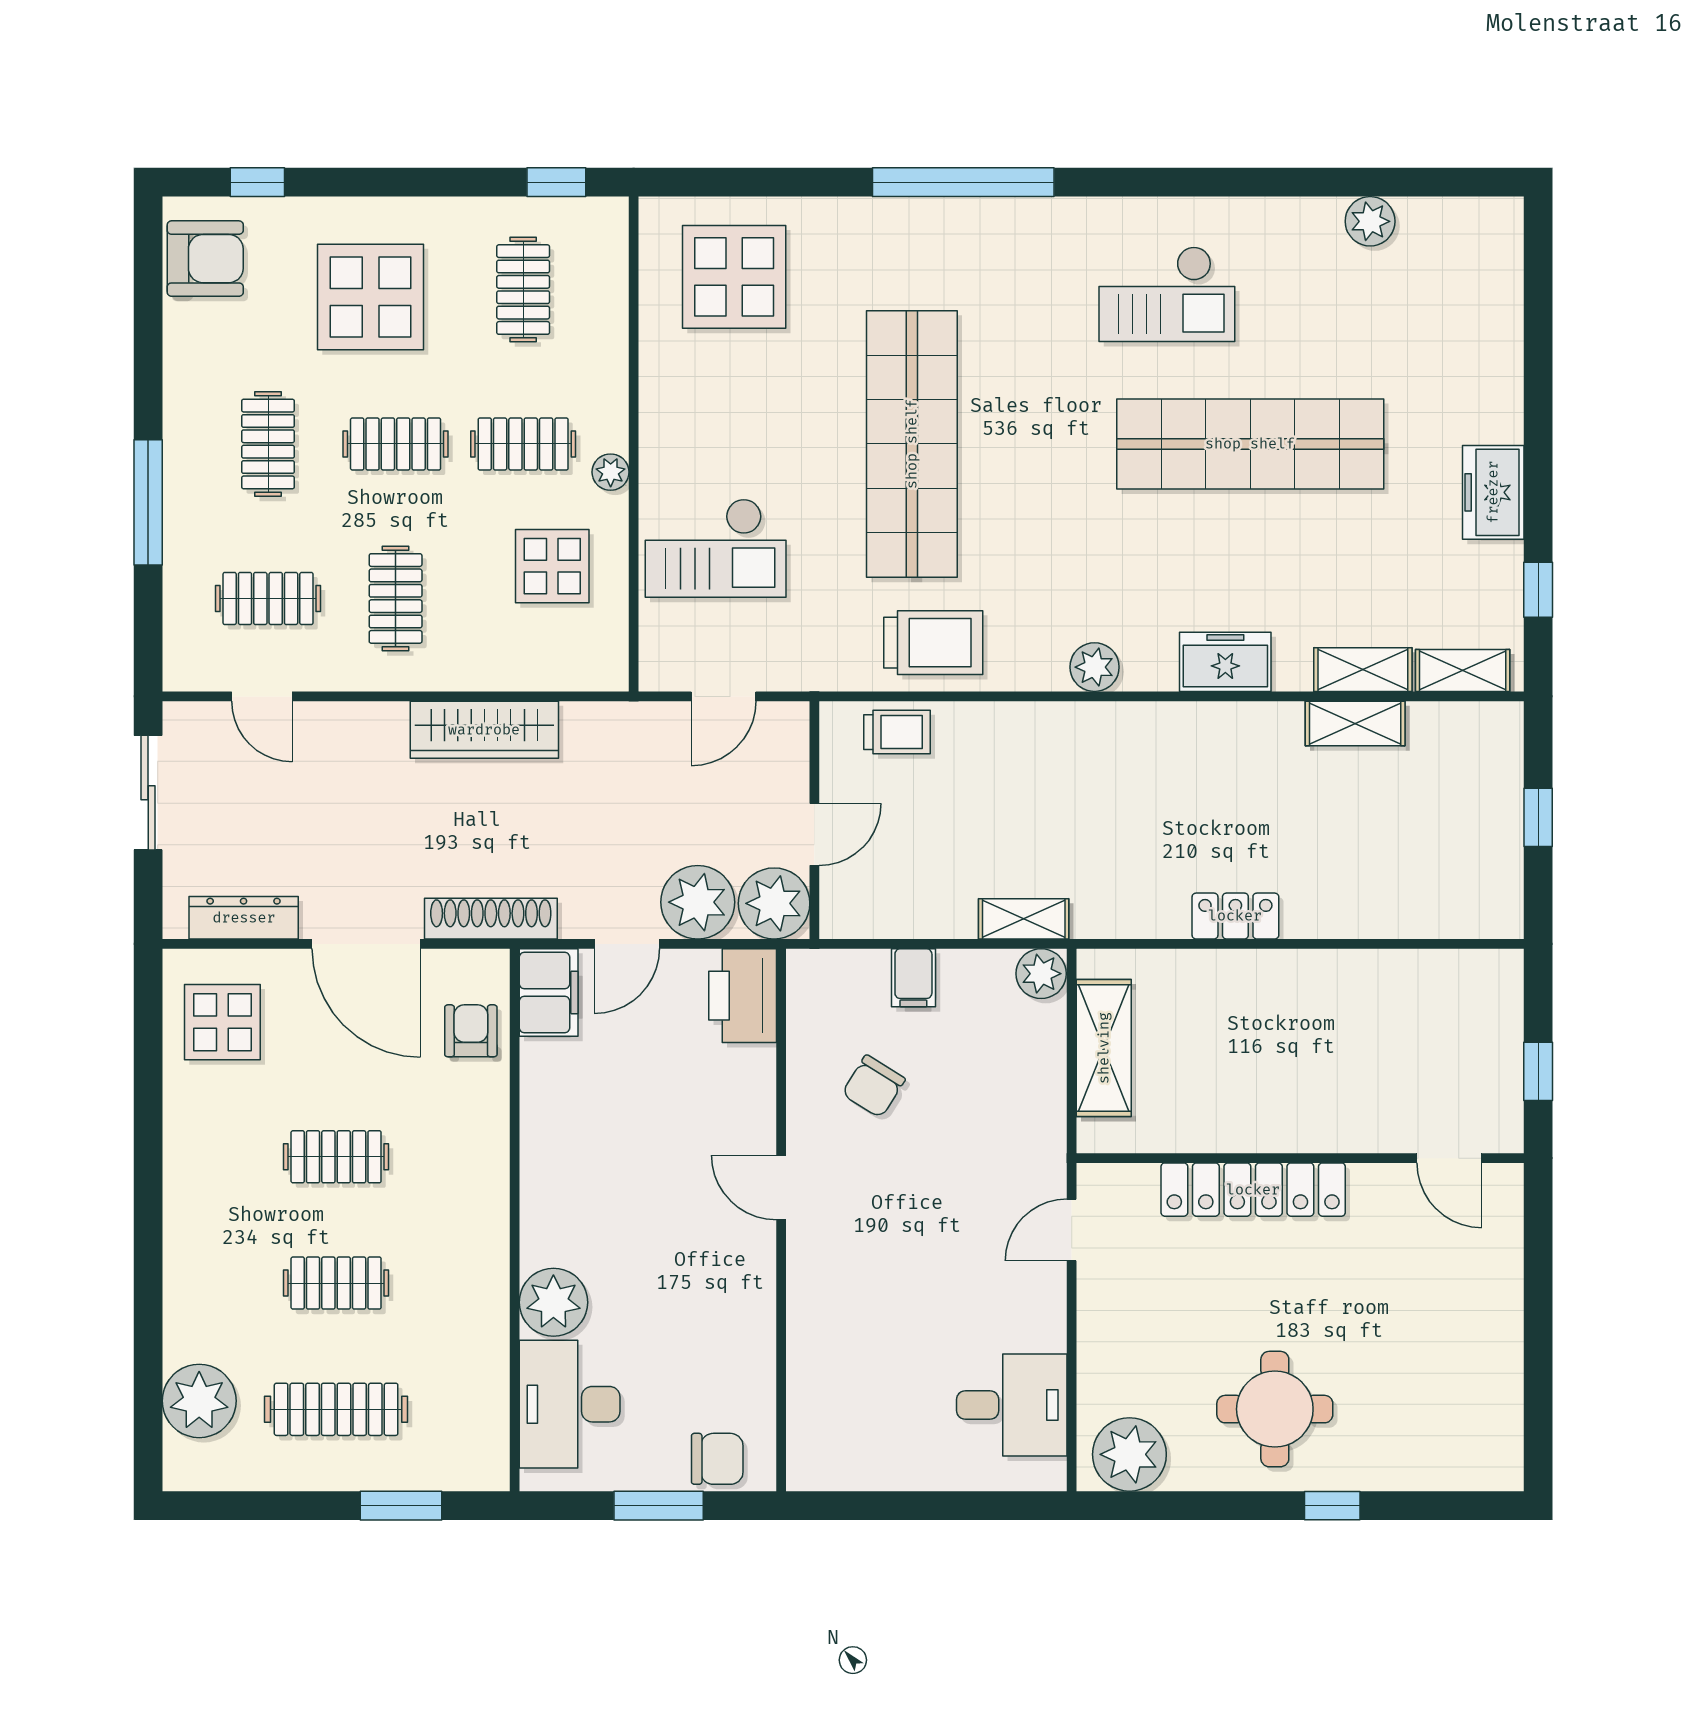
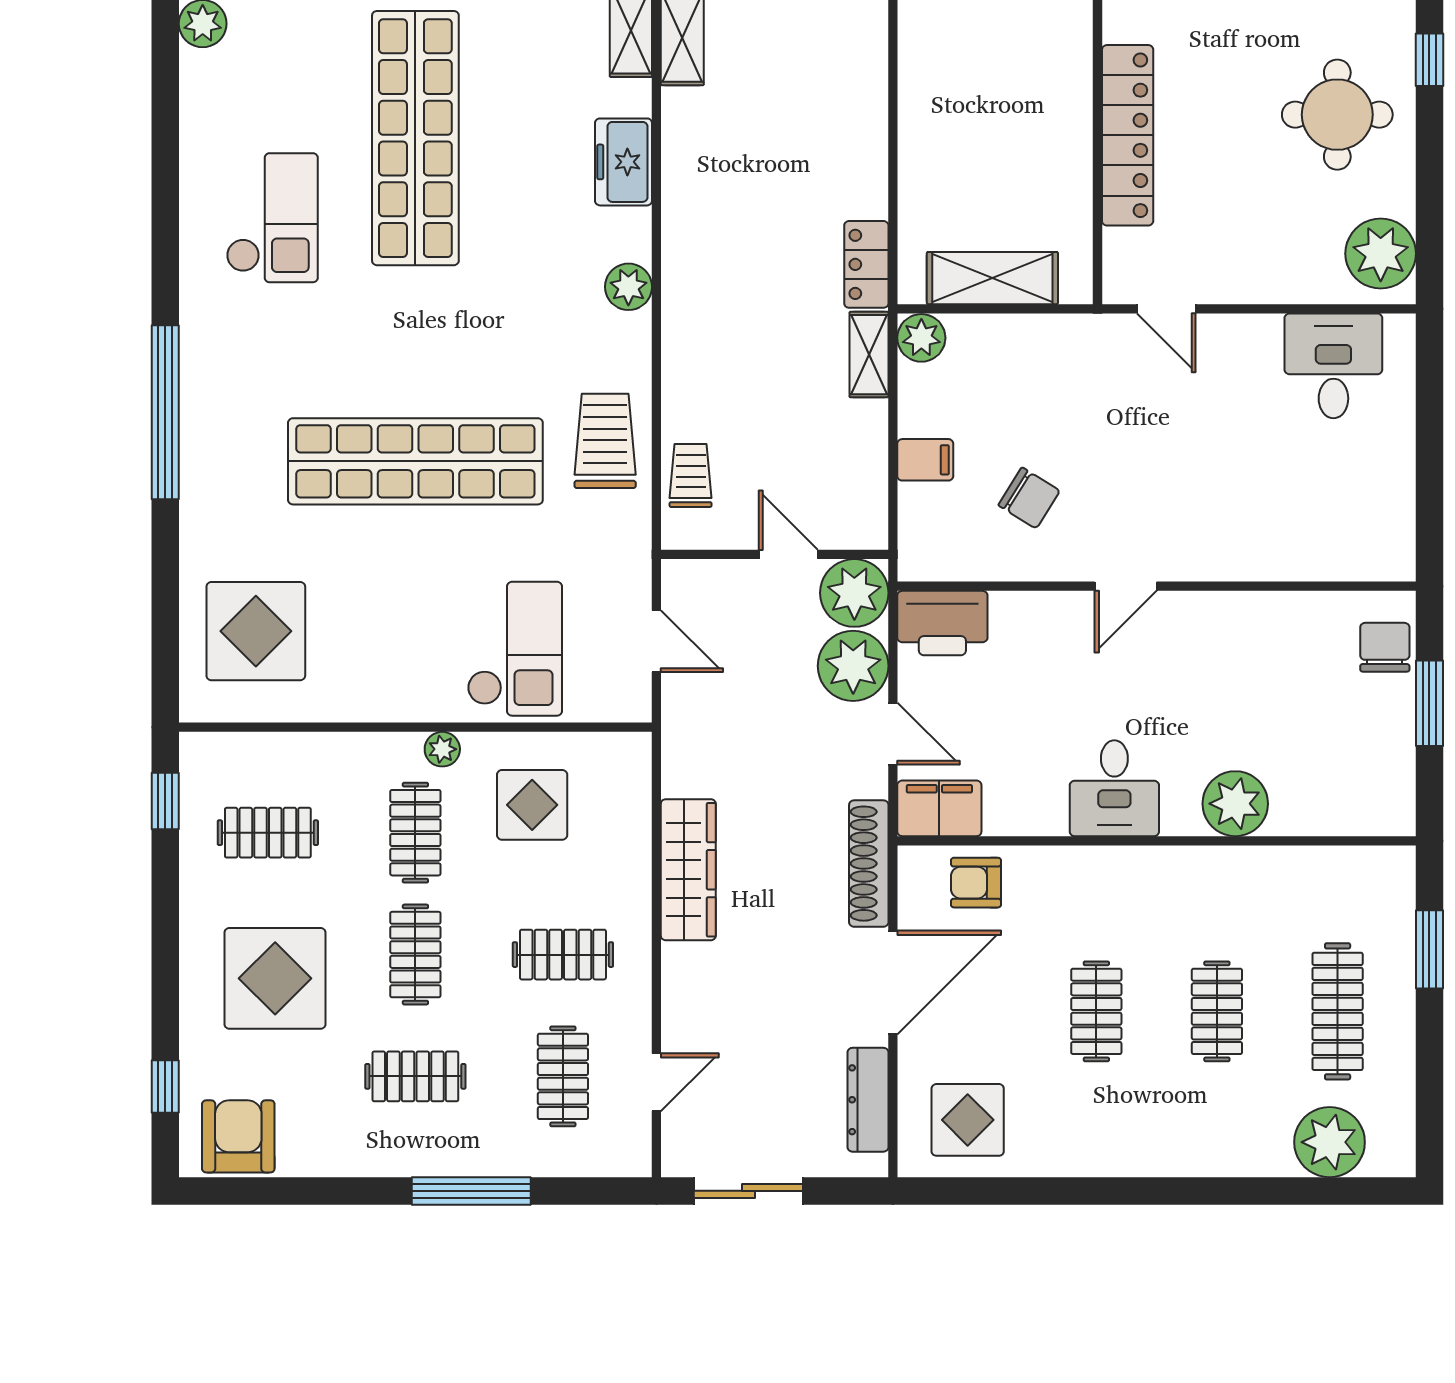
locker: (1235, 916) -> (866, 264), moved
desk: (570, 1404) -> (1114, 788), moved, width x0.73

